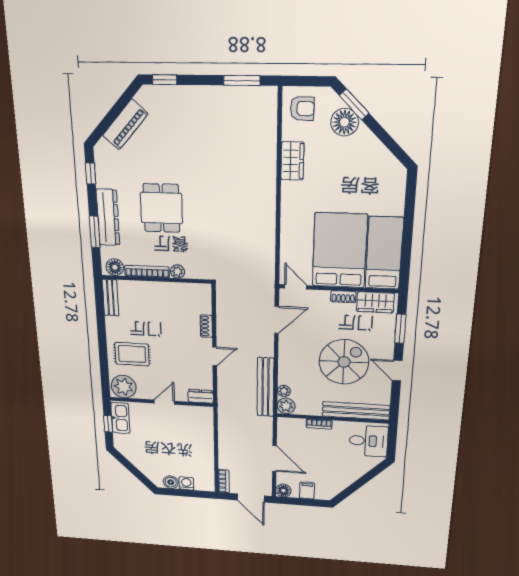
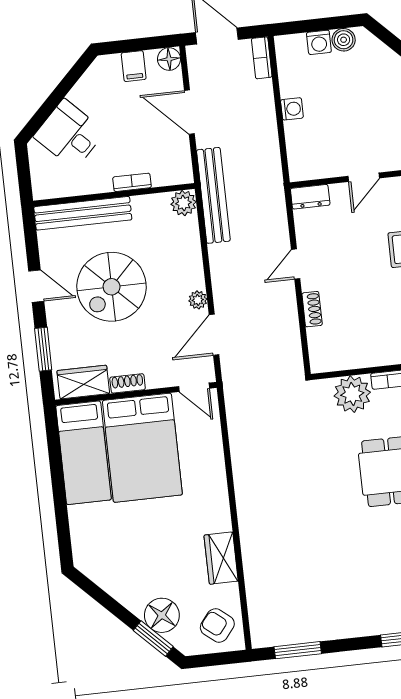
armchair: (302, 108) -> (217, 626), turned 38
plant: (177, 271) -> (352, 394), width x1.87, depth x1.87
bench: (265, 387) -> (213, 195), moved
plant: (284, 391) -> (198, 300), moved
desk: (369, 441) -> (69, 134), moved, turned 45
washing machine: (207, 449) -> (292, 109), added

